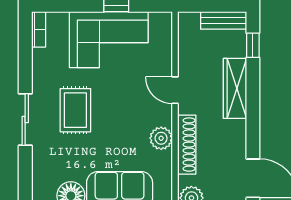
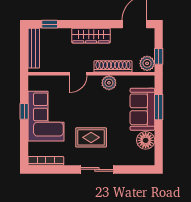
bench: (224, 20) -> (34, 48), width x1.36
bookcase: (39, 29) -> (46, 161), width x1.56
wardrobe: (235, 88) -> (91, 36), moved

